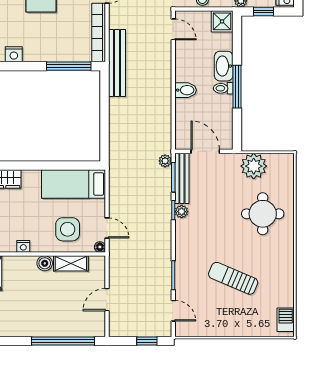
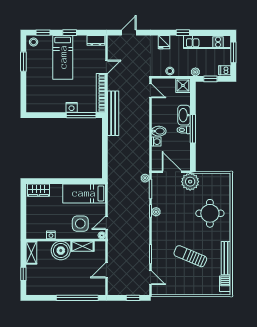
nightstand: (14, 54) -> (72, 107), moved
washing machine: (182, 106) -> (156, 142), added
plant: (254, 166) -> (190, 182), moved
bench: (182, 178) -> (226, 258), moved
door: (107, 228) -> (106, 223), swing flipped
boiler: (45, 263) -> (61, 251), width x1.86, depth x1.86

